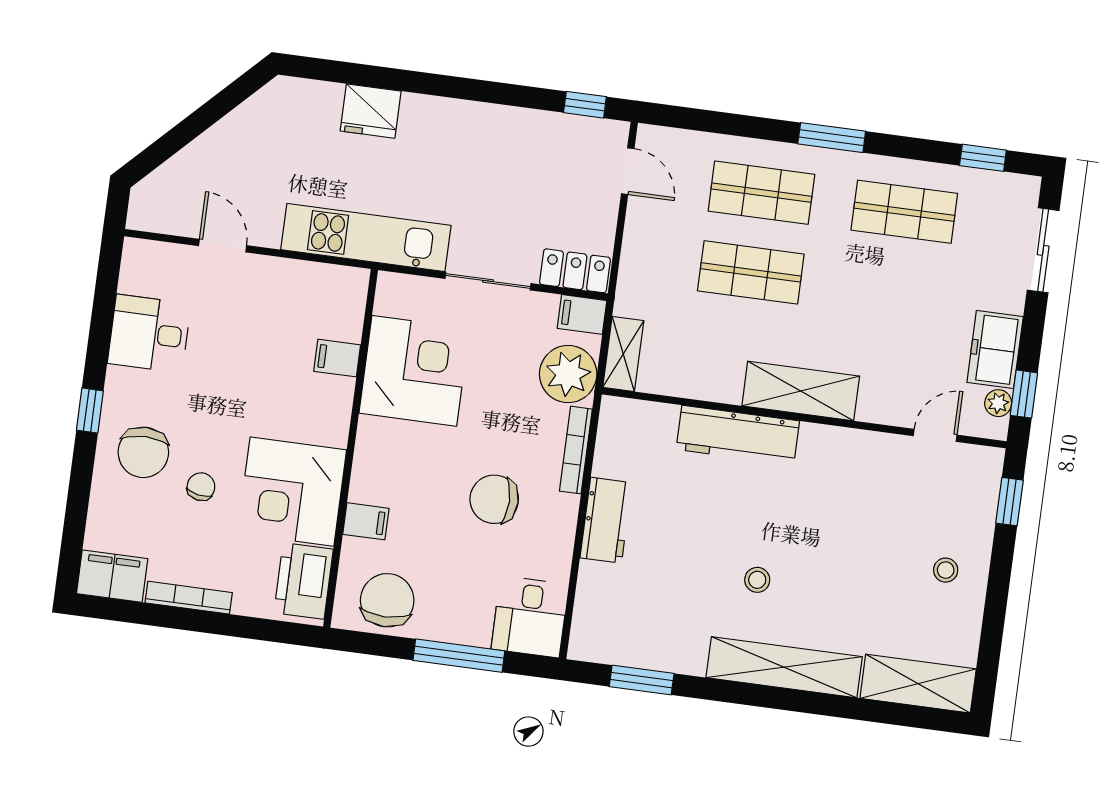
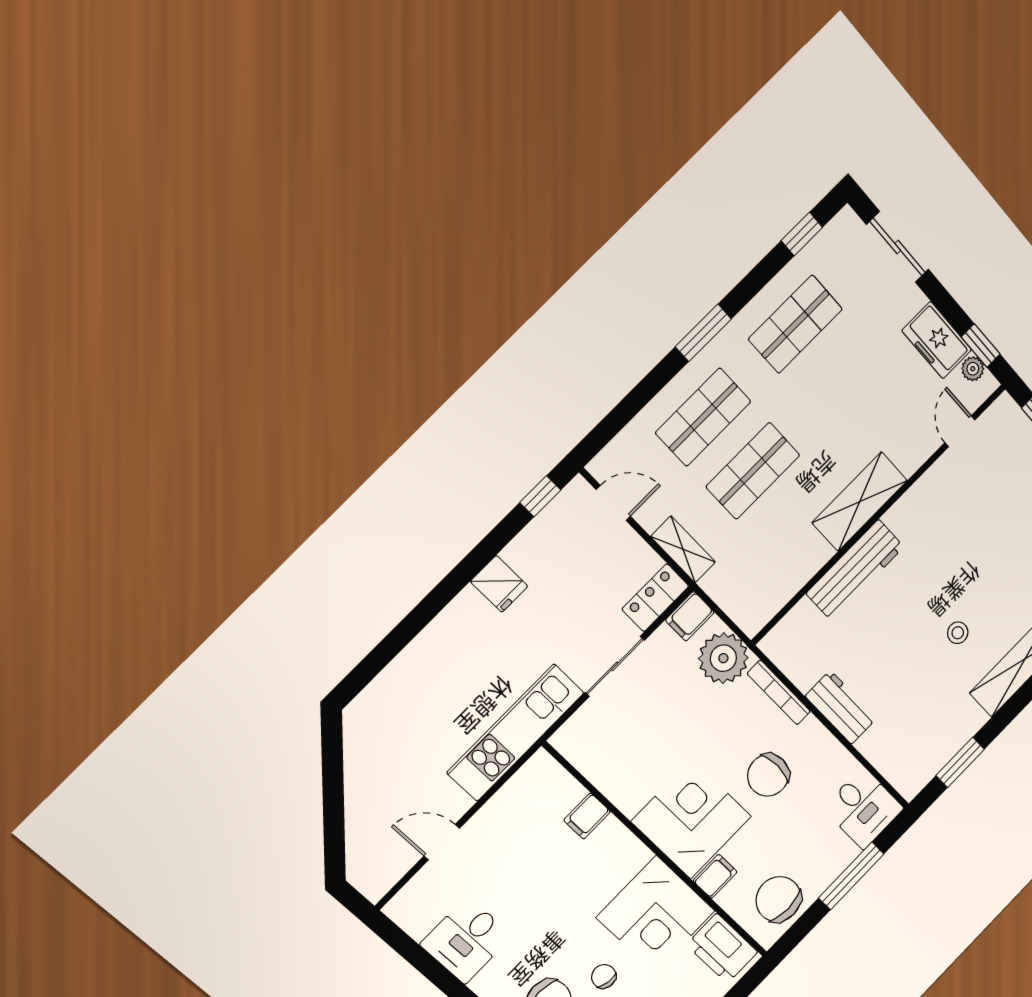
fridge: (371, 111) -> (499, 584), moved, width x0.72
shelving: (623, 354) -> (683, 549), moved
corner desk: (414, 371) -> (691, 819), moved

